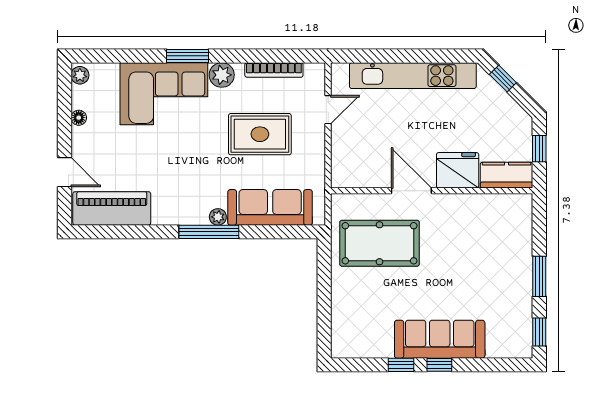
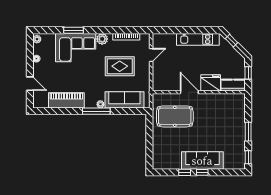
window: (187, 56) -> (74, 30), moved
kitchen unit: (413, 76) -> (198, 39), width x0.73
piano: (112, 208) -> (66, 100), moved

